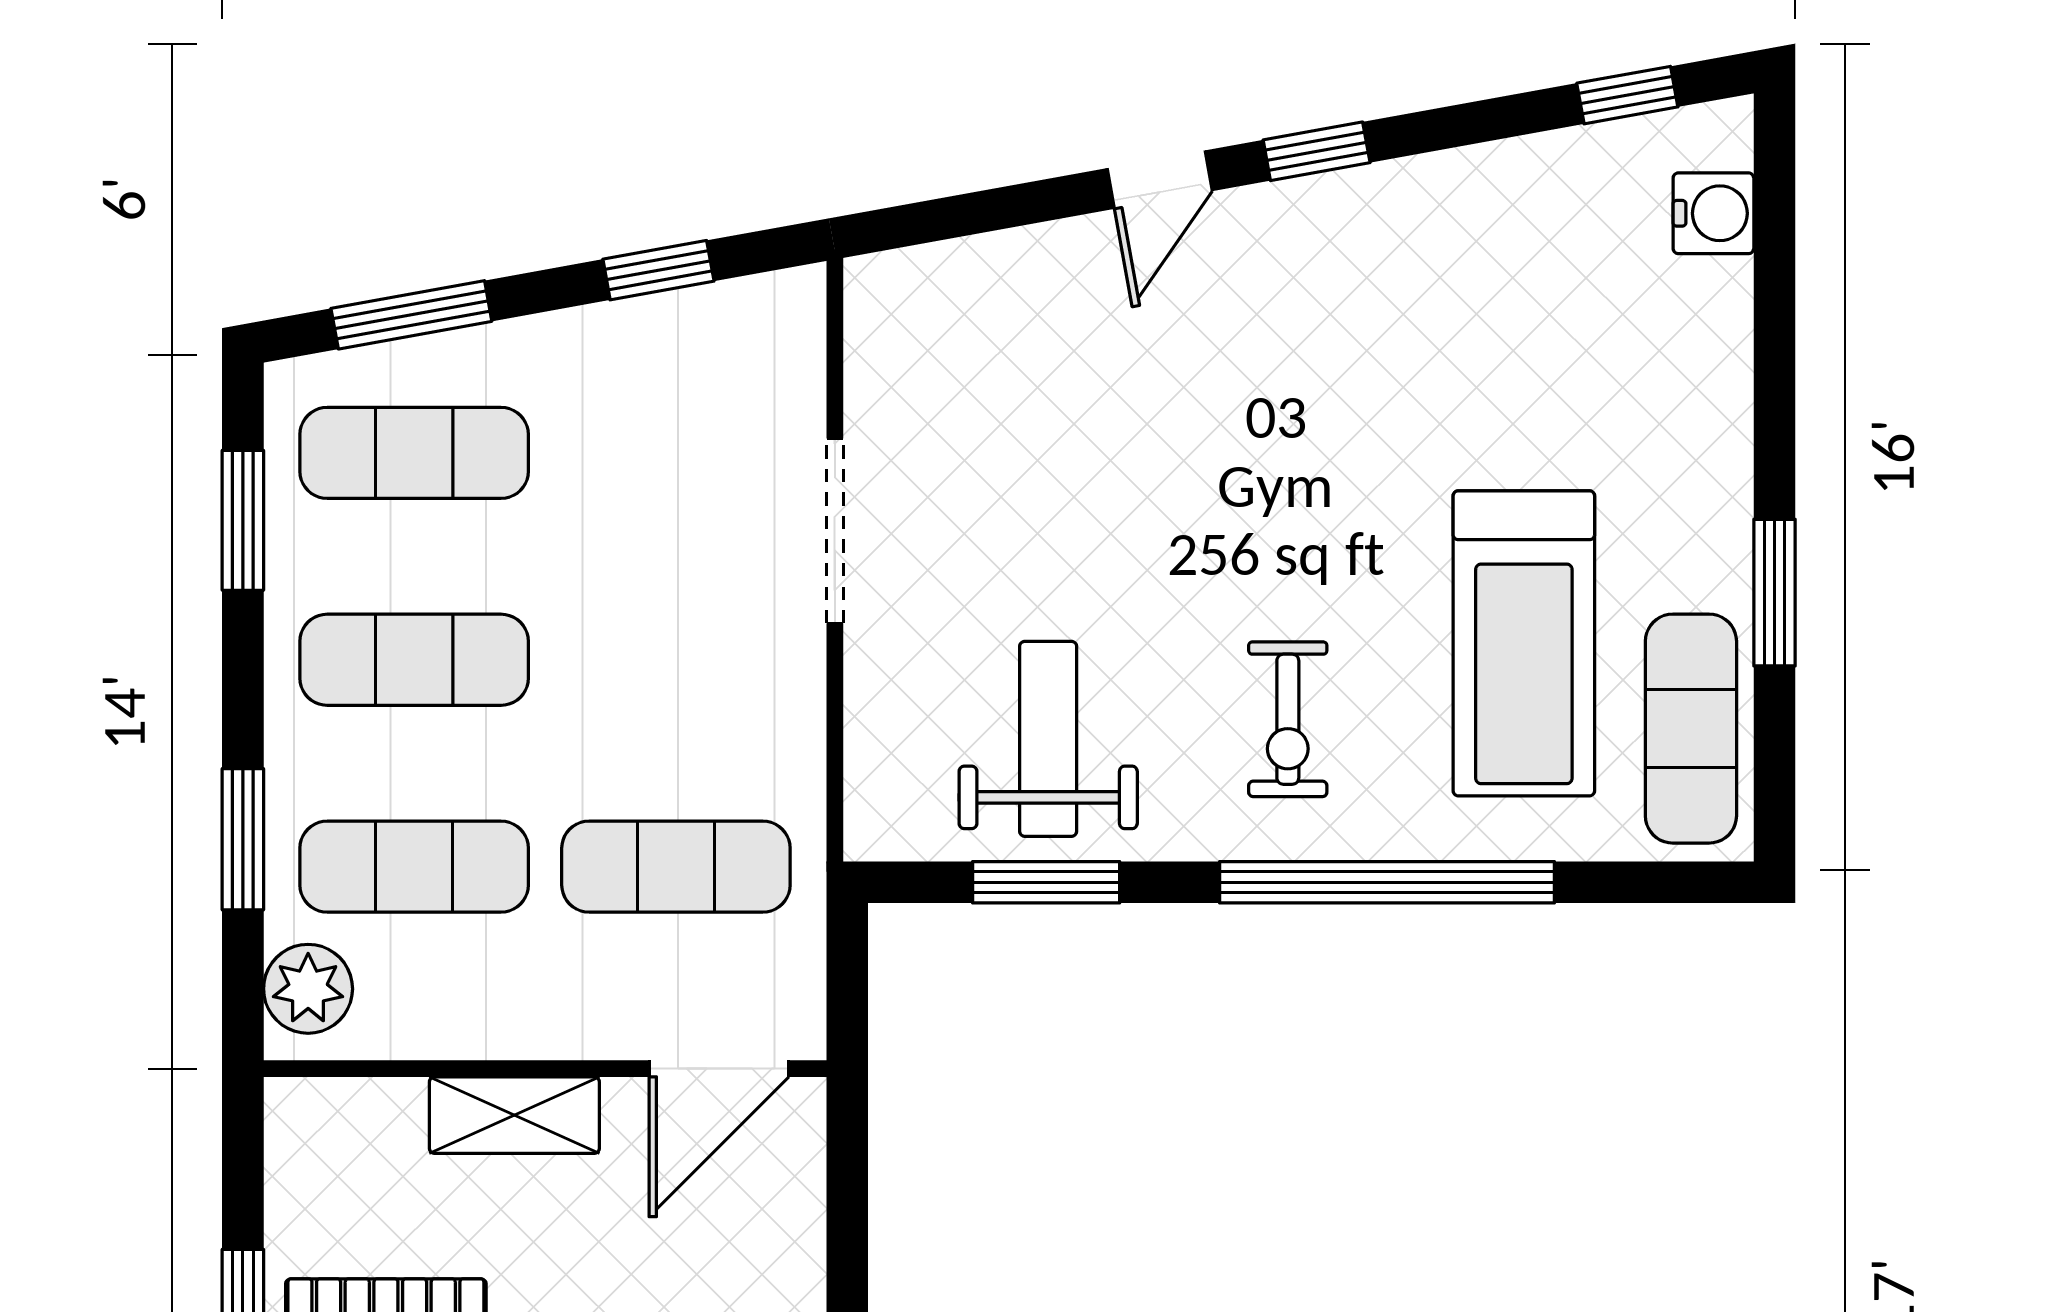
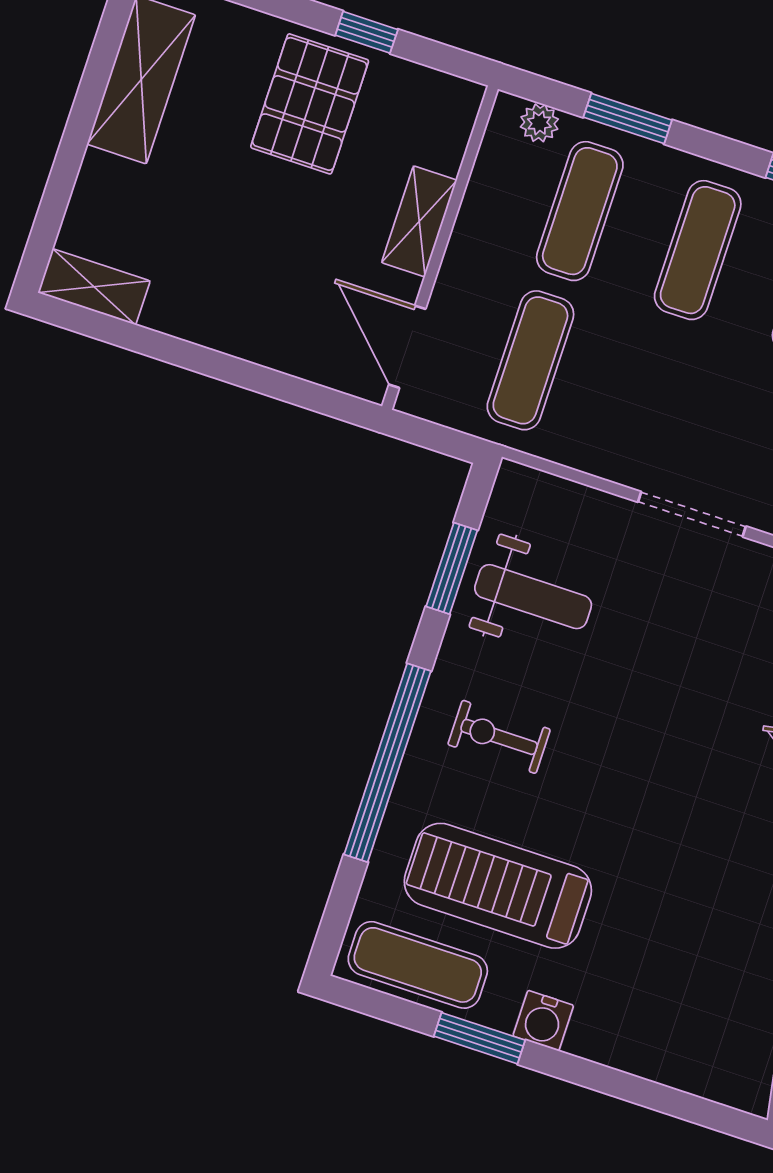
water cooler: (1713, 213) -> (543, 1021), moved
plant: (308, 989) -> (539, 123), width x0.73, depth x0.73

